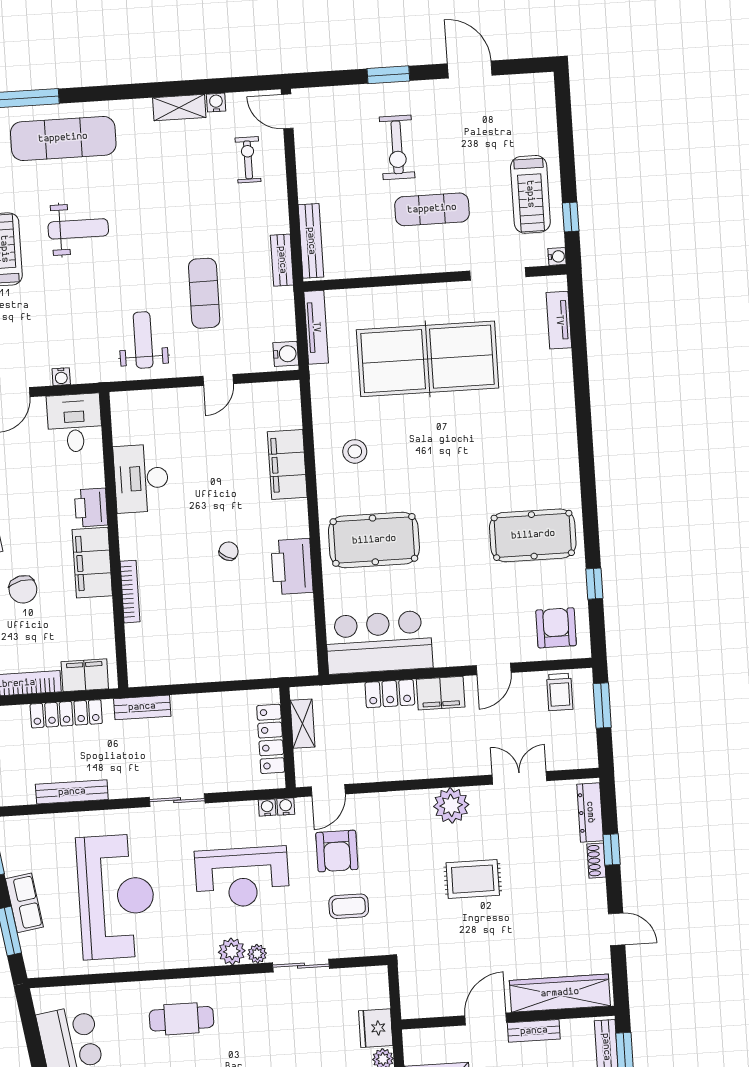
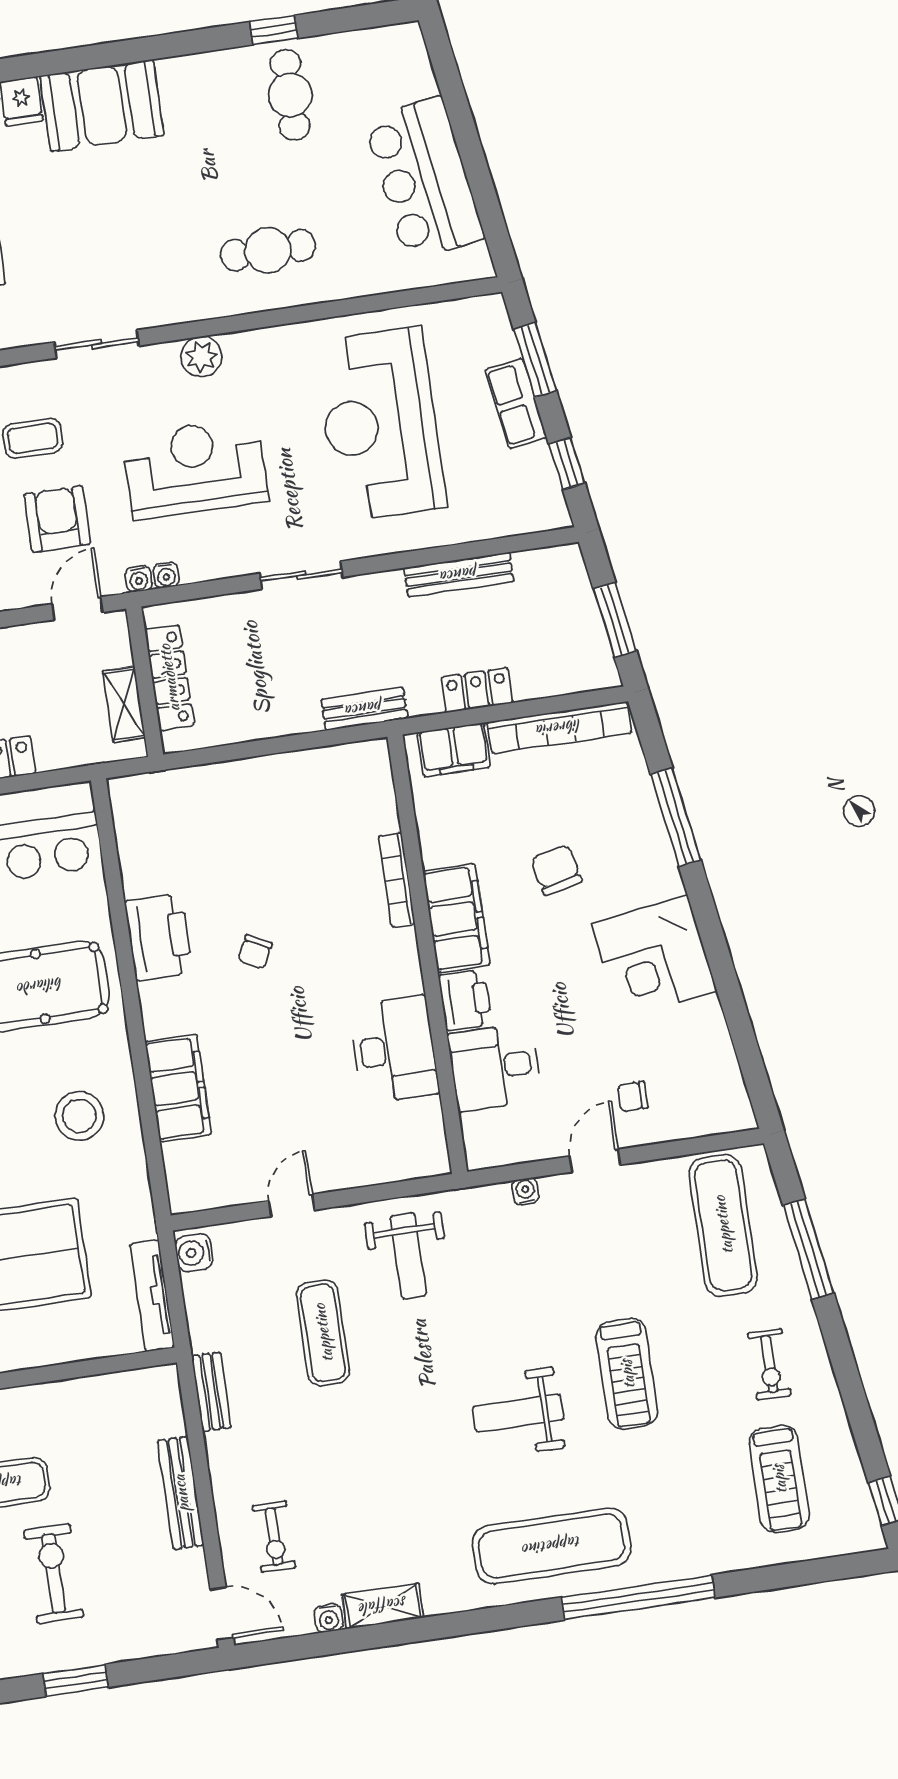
bench: (311, 241) -> (181, 1493), moved
desk: (74, 423) -> (495, 1067), moved, turned 90
stool: (355, 451) -> (79, 1116), width x1.38, depth x1.38
locker: (66, 714) -> (477, 690), width x0.66
plant: (257, 954) -> (163, 356), removed

